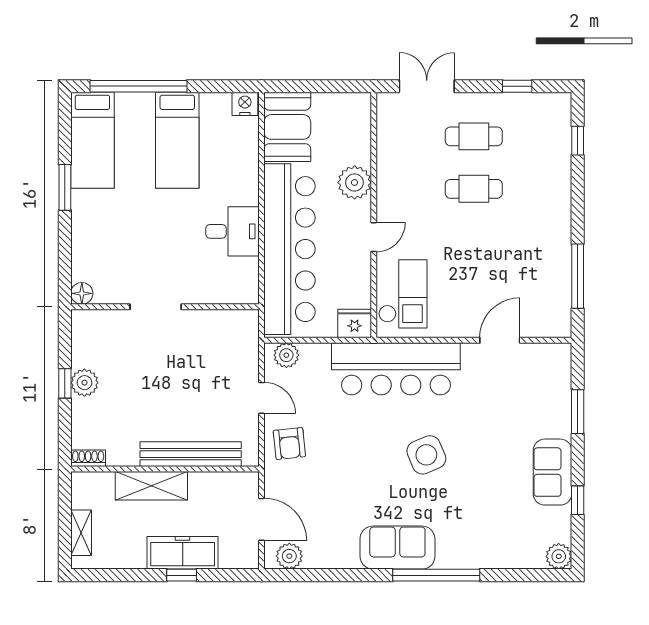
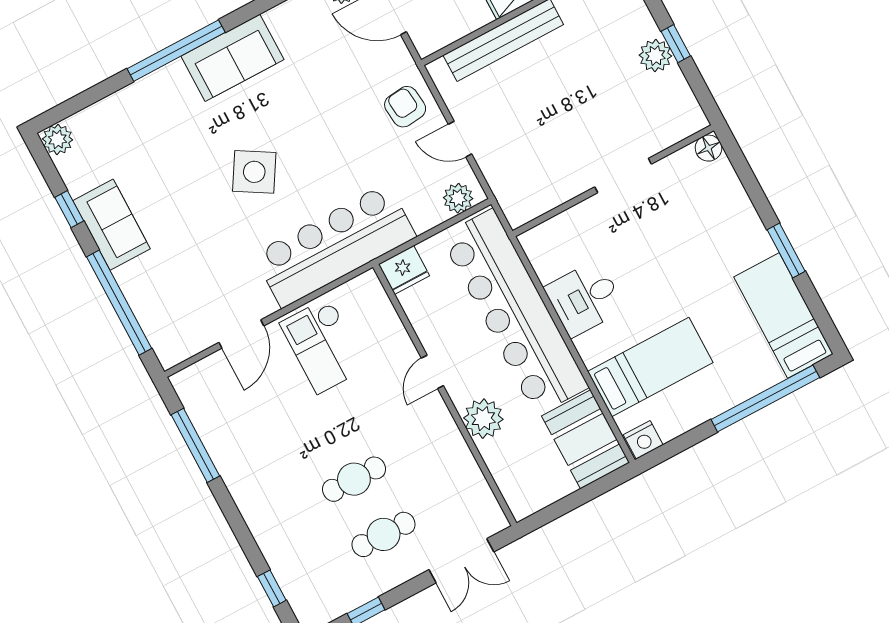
bed: (177, 140) -> (650, 367), moved, turned 90
checkout: (403, 294) -> (323, 346), moved
window: (578, 412) -> (119, 303), width x2.11
side table: (426, 455) -> (254, 172), turned -36

